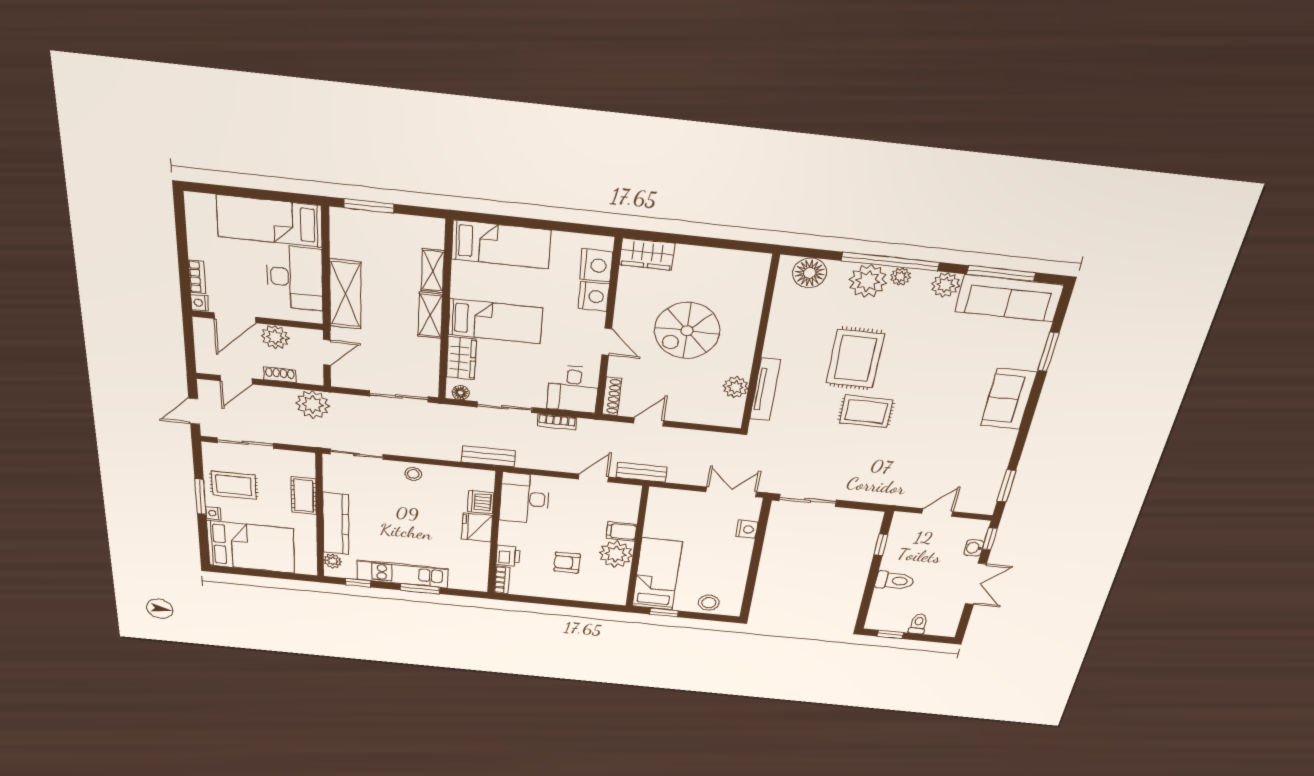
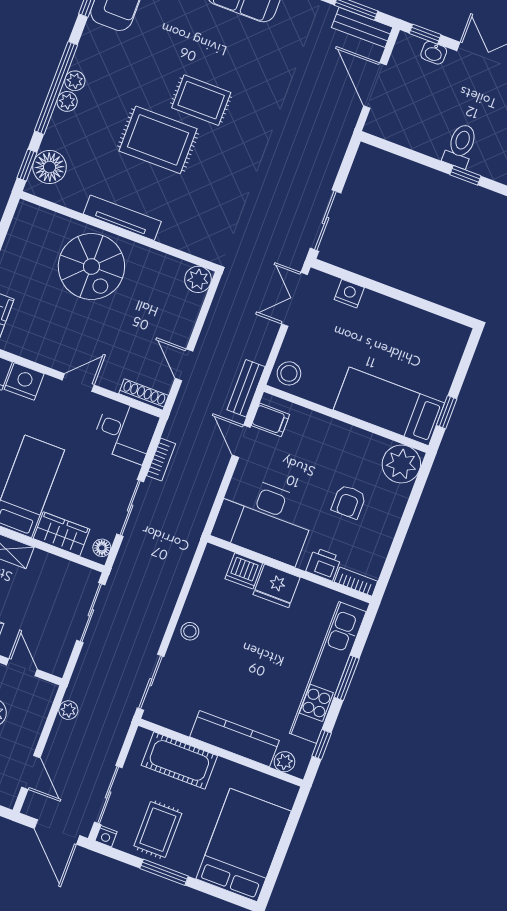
window: (807, 253) -> (27, 165), added
plant: (868, 281) -> (67, 101), width x0.53, depth x0.53
plant: (945, 285) -> (95, 39), removed
spiral stairs: (687, 331) -> (91, 266), moved
shoe rack: (280, 375) -> (36, 725), removed
plant: (736, 387) -> (198, 279), moved
tv unit: (765, 390) -> (122, 218), moved
plant: (313, 405) -> (68, 710), width x0.53, depth x0.53
door: (194, 411) -> (57, 832), width x1.38
rug: (866, 411) -> (201, 100), moved, turned 90
bench: (488, 456) -> (362, 27), moved, turned 90
cot: (304, 496) -> (179, 760), width x1.37, depth x1.34
desk: (524, 498) -> (264, 519), width x1.36, depth x1.30
door: (937, 512) -> (375, 85), width x1.38
nightstand: (213, 513) -> (106, 836), moved
filing cabinet: (622, 531) -> (270, 420), moved, turned -90
window: (881, 545) -> (465, 175), moved
plant: (616, 554) -> (401, 464), moved
kitchen unit: (403, 574) -> (328, 673), width x1.36
stool: (709, 603) -> (289, 373), moved

